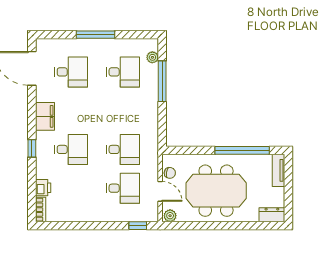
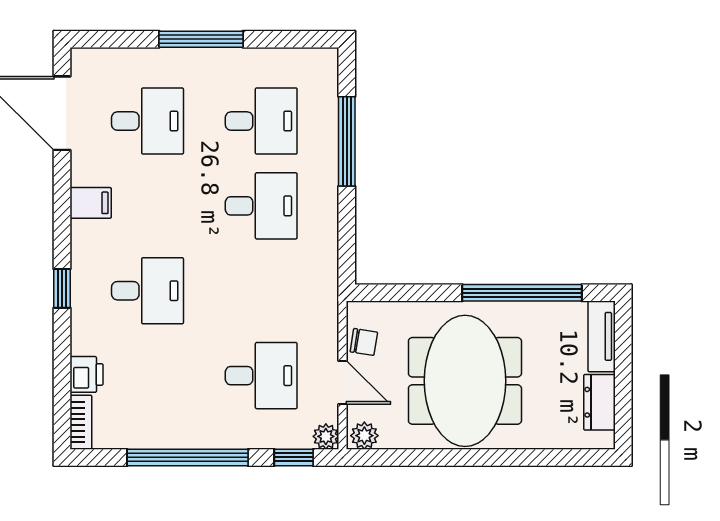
plant: (152, 57) -> (326, 436), moved
filing cabinet: (45, 116) -> (91, 203), width x0.50
desk: (123, 149) -> (261, 206), moved
meeting table: (216, 191) -> (465, 381), turned 90
dresser: (272, 215) -> (599, 402), moved, turned -90
window: (89, 226) -> (188, 457), added

